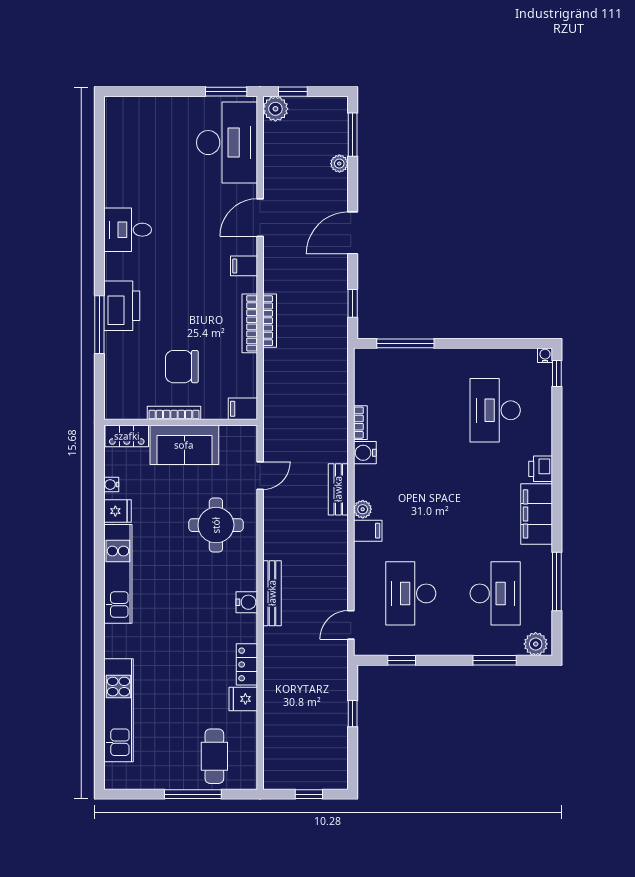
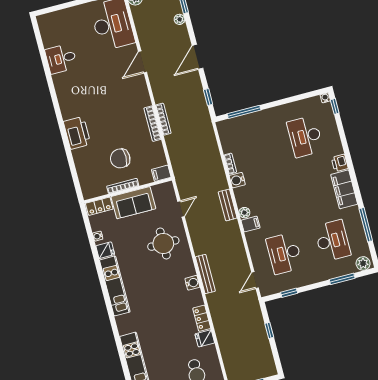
desk: (128, 230) -> (61, 59), moved
filing cabinet: (244, 266) -> (141, 92), removed
window: (99, 325) -> (67, 147), removed

